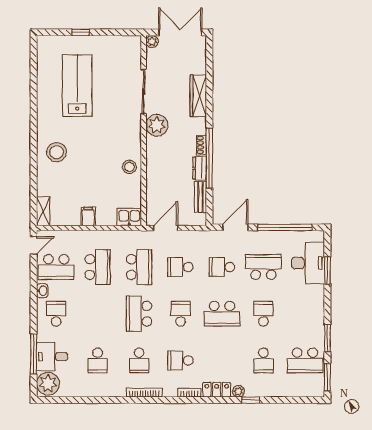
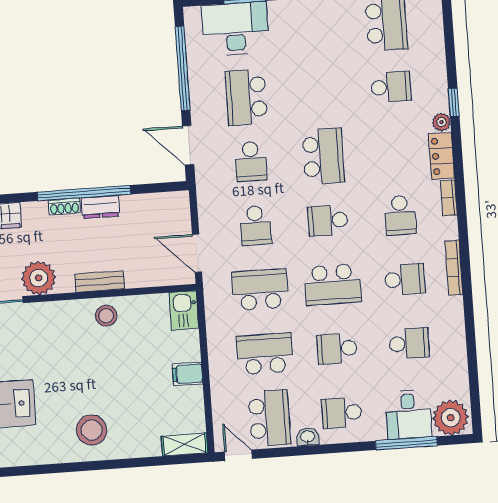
bench: (200, 197) -> (100, 281), moved
school desk: (263, 314) -> (337, 349), moved

